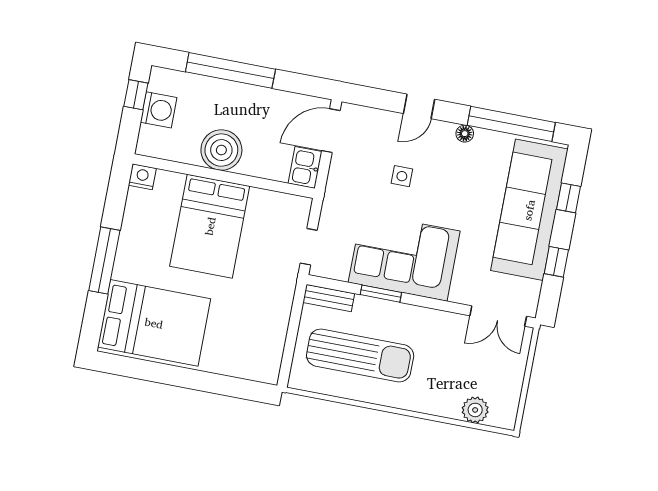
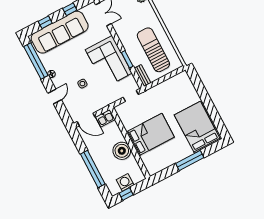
door: (419, 106) -> (55, 96), hinge flipped
nightstand: (142, 177) -> (152, 170), removed

